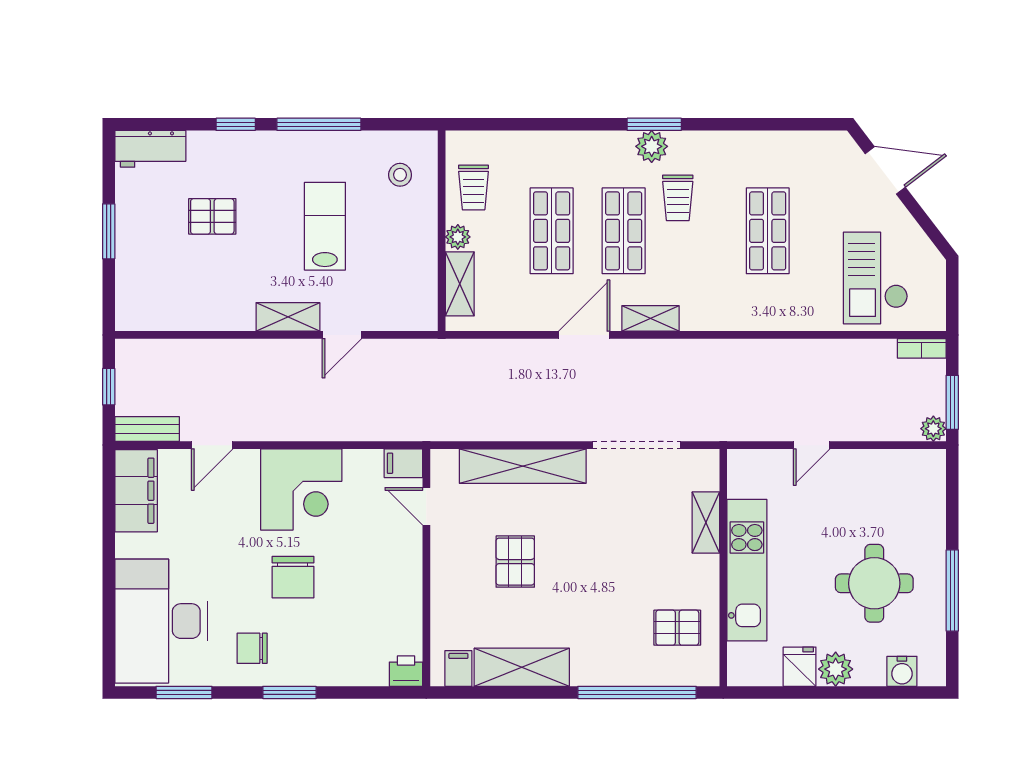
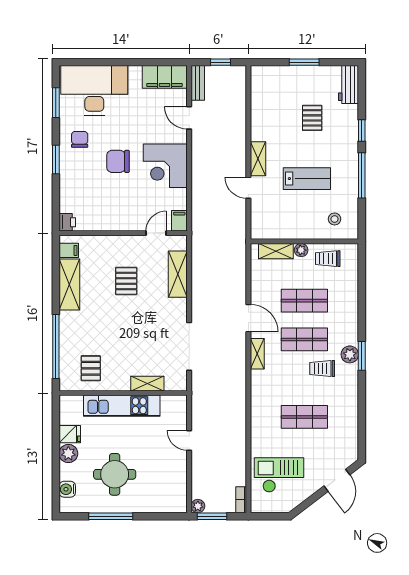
shelving: (523, 466) -> (178, 274), width x0.68
pallet: (515, 562) -> (126, 281), turned 90

